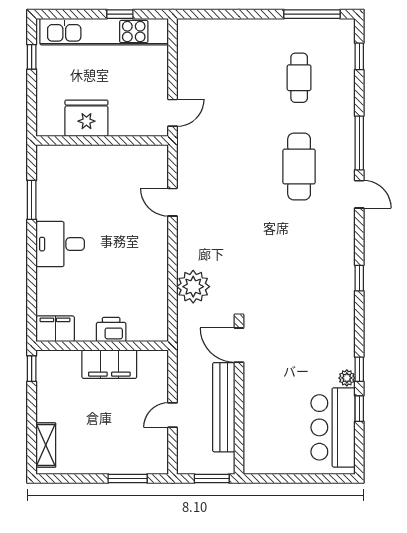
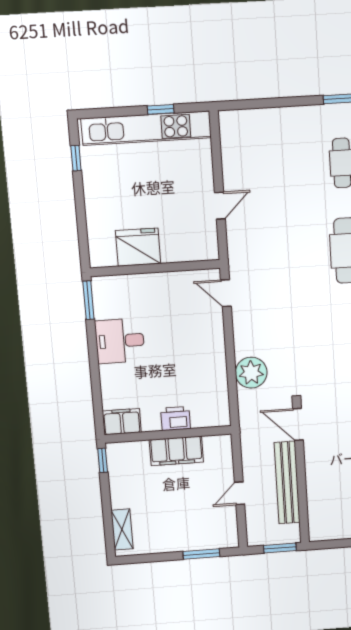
fridge: (86, 118) -> (138, 247), moved
wall: (102, 141) -> (155, 268), moved

